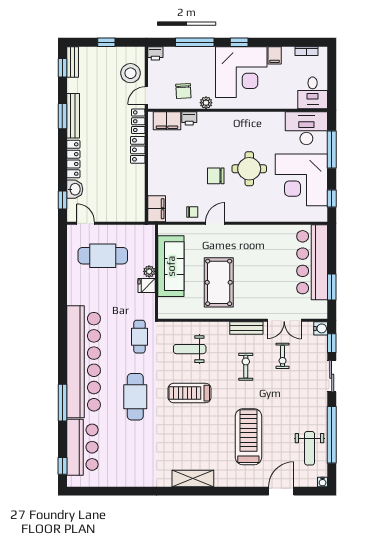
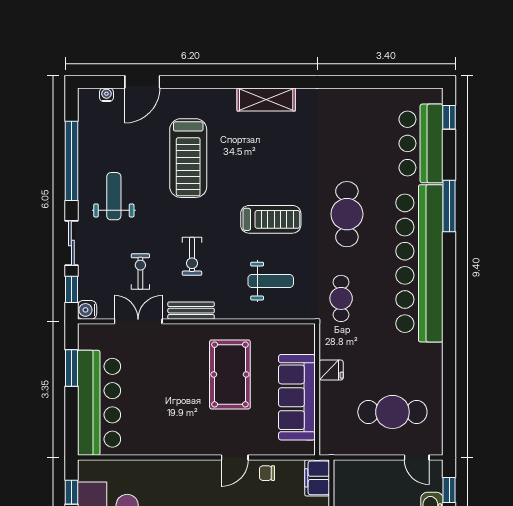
plant: (149, 271) -> (327, 390), removed
weight bench: (309, 448) -> (114, 196), moved
water cooler: (323, 482) -> (106, 95), moved

